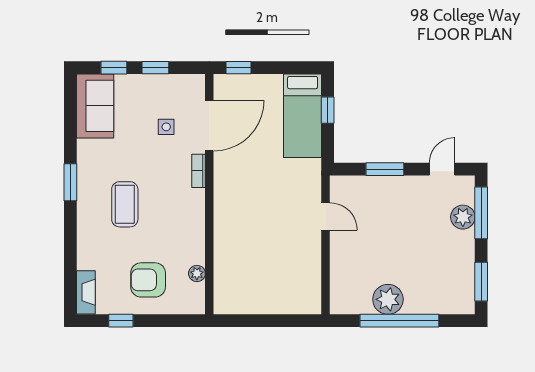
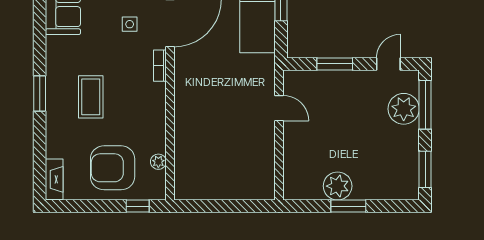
window: (70, 182) -> (40, 93), moved
plant: (463, 217) -> (404, 109), width x1.36, depth x1.36
armchair: (148, 280) -> (113, 168), width x1.36, depth x1.36
window: (121, 321) -> (138, 206), moved
window: (399, 321) -> (348, 206), width x0.47

